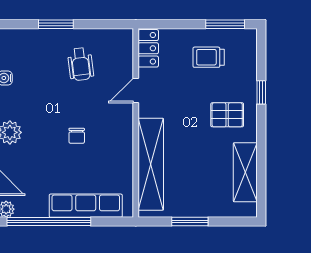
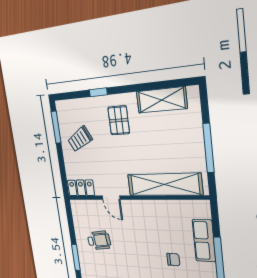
trolley: (209, 57) -> (80, 139), turned 61
chair: (77, 136) -> (173, 260), moved
row of seats: (86, 206) -> (204, 241), width x0.68
window: (190, 222) -> (209, 148), width x1.44

